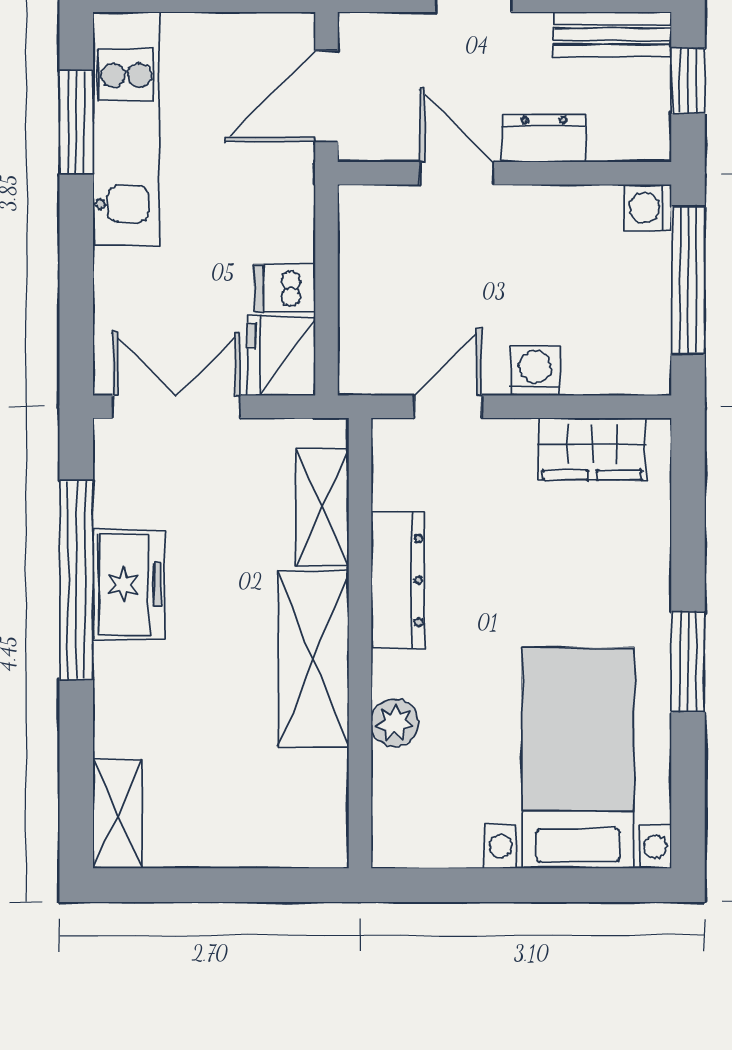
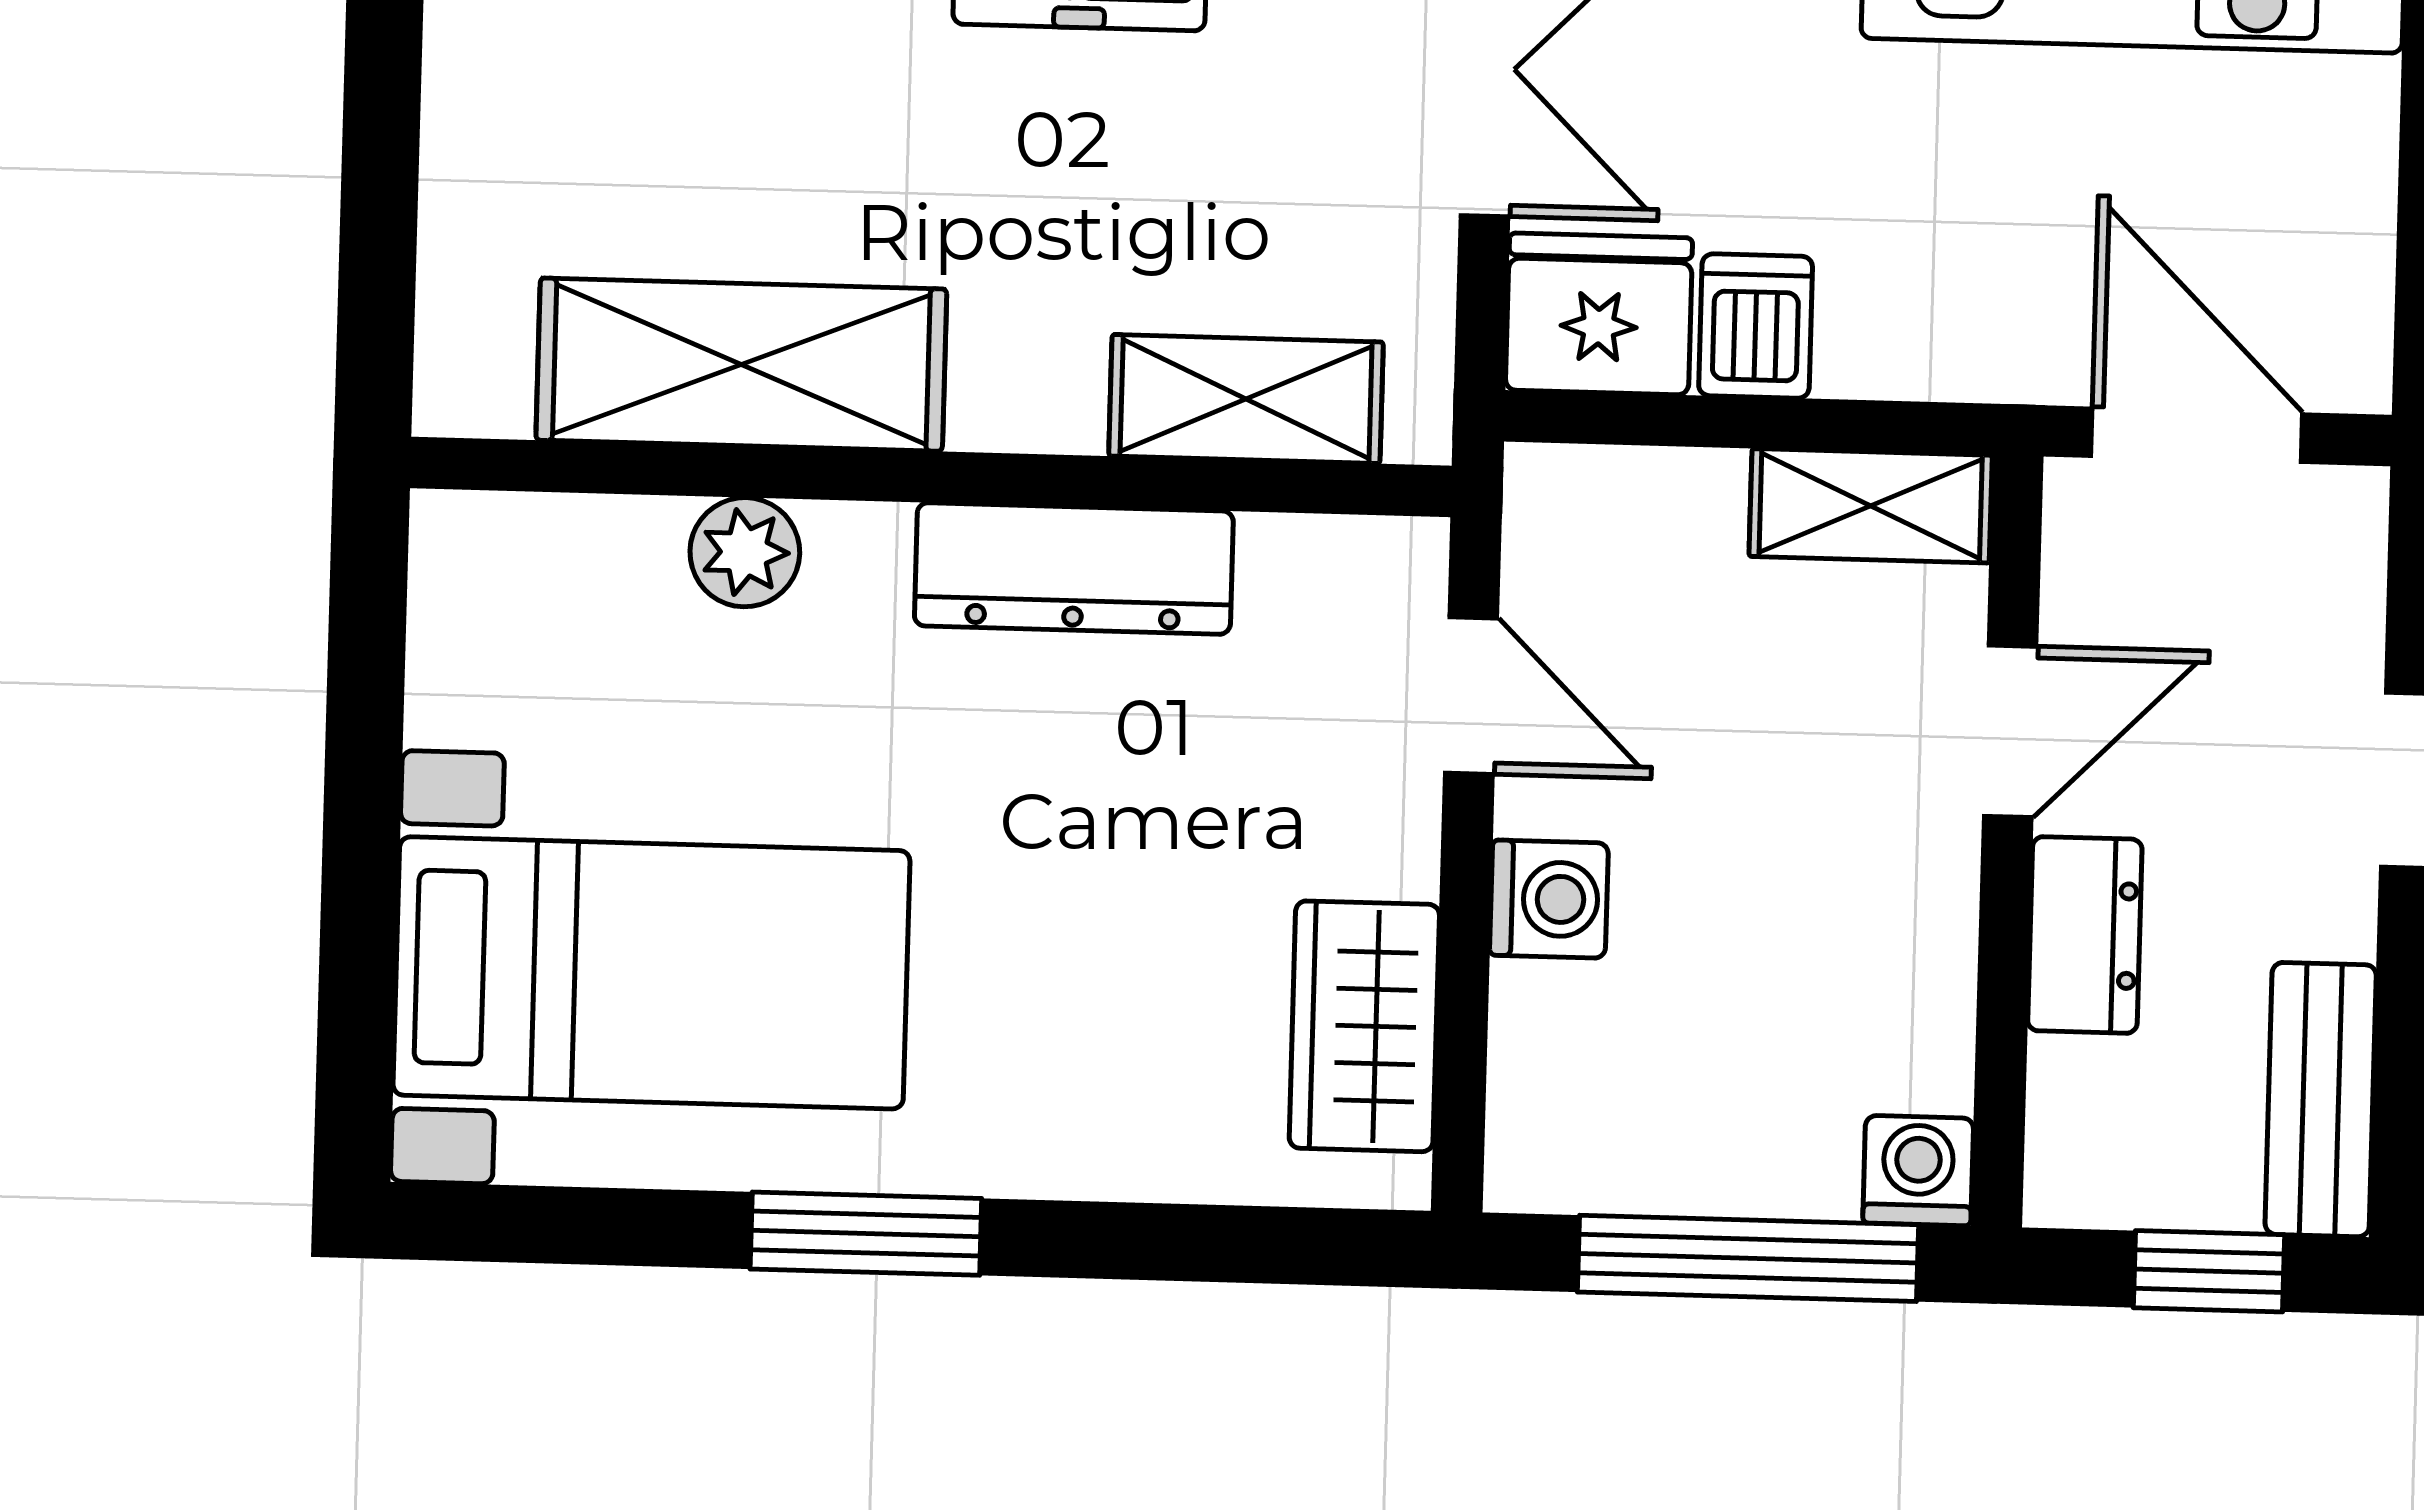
shelving: (361, 236) -> (1871, 506), added
shelving: (314, 659) -> (741, 365), moved

